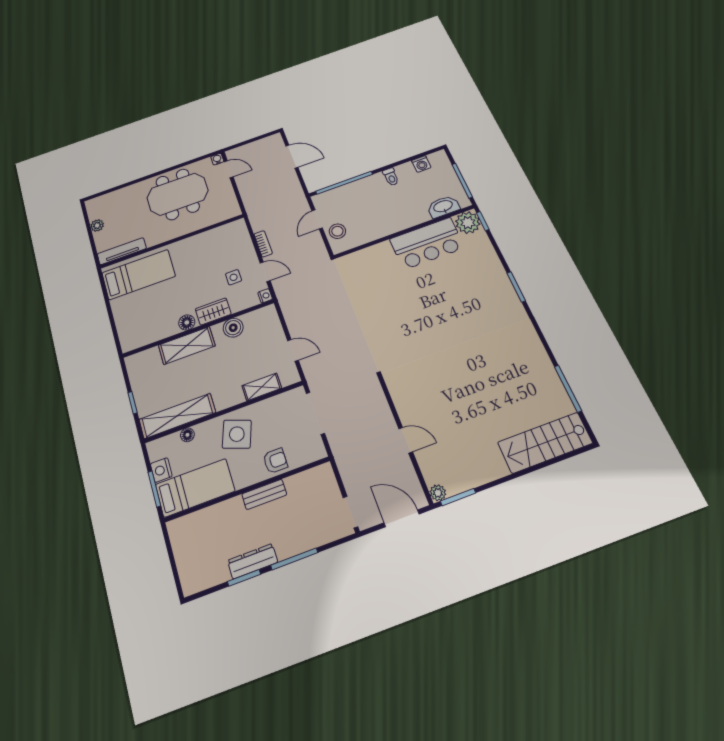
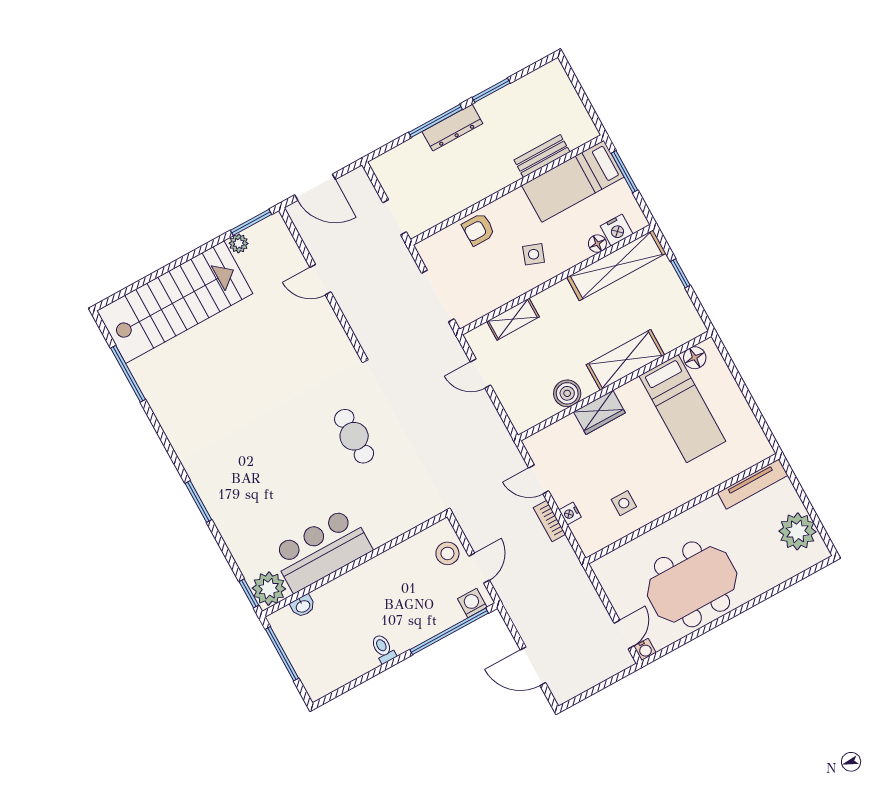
washing machine: (421, 164) -> (472, 603), moved
door: (229, 169) -> (624, 634), swing flipped
washbasin: (443, 207) -> (303, 606), width x0.52, depth x0.69
plant: (97, 225) -> (797, 531), width x1.87, depth x1.87
bed: (139, 275) -> (682, 409), moved, turned -90
side table: (234, 277) -> (624, 503), moved
nightstand: (265, 296) -> (570, 513), moved
cafe table: (394, 318) -> (354, 436), added
floor lamp: (187, 322) -> (695, 358), moved
side table: (237, 434) -> (534, 254), width x0.54, depth x0.54
stairs: (545, 443) -> (175, 302), width x1.36, depth x1.51
nightstand: (161, 470) -> (617, 230), moved, turned 90
plant: (438, 493) -> (239, 243), moved
bench: (264, 494) -> (542, 156), moved
doorway: (350, 512) -> (395, 217), moved
dresser: (253, 561) -> (452, 128), moved

